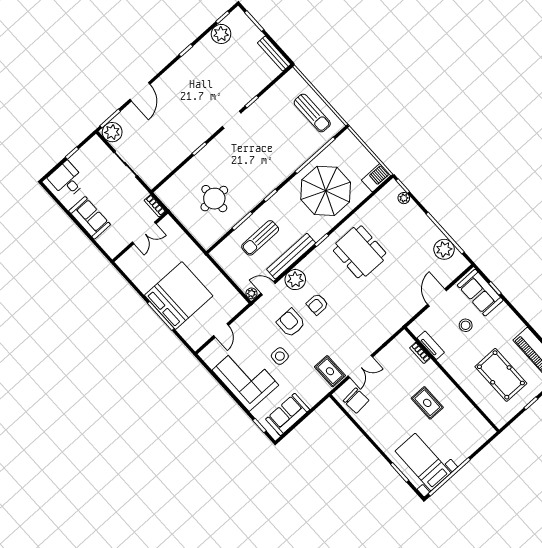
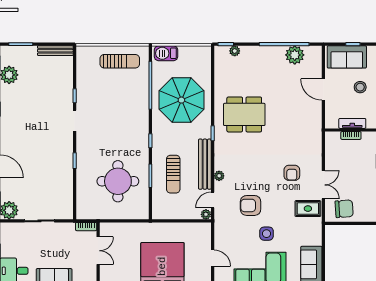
barbecue: (376, 178) -> (166, 53), moved, turned -90
round table: (214, 199) -> (118, 181), width x1.36, depth x1.36
plant: (295, 280) -> (219, 176), width x0.53, depth x0.53
armchair: (317, 304) -> (292, 173), moved

